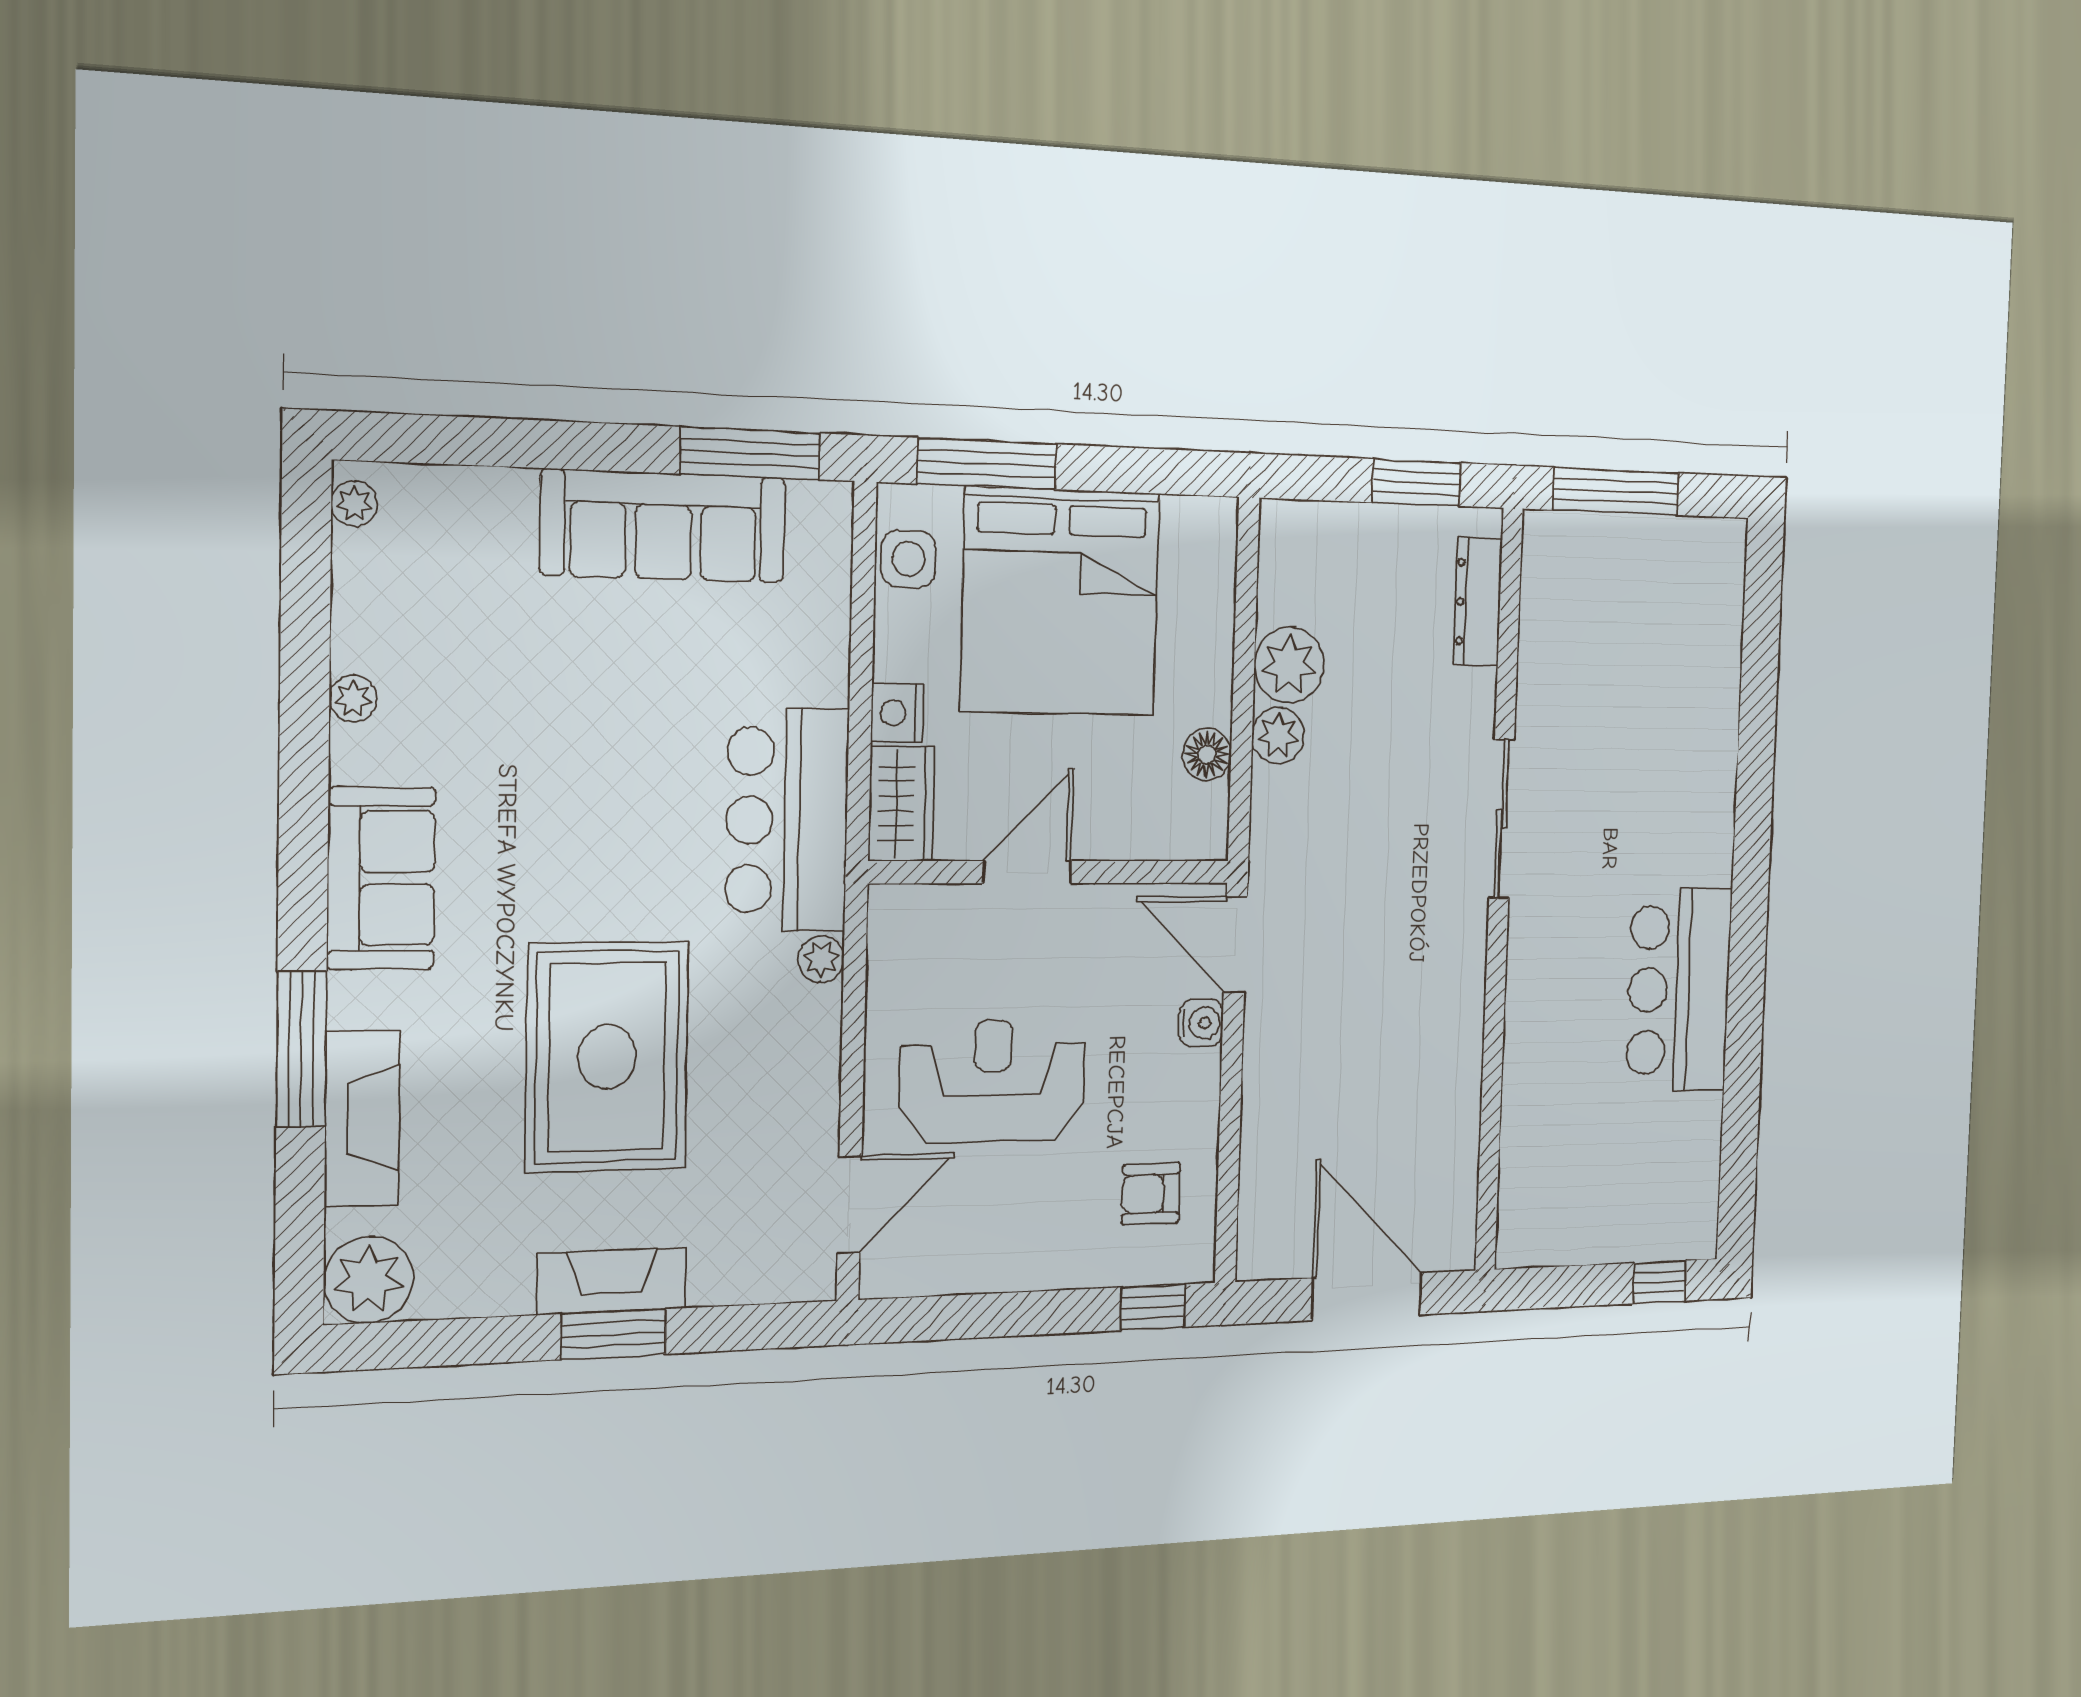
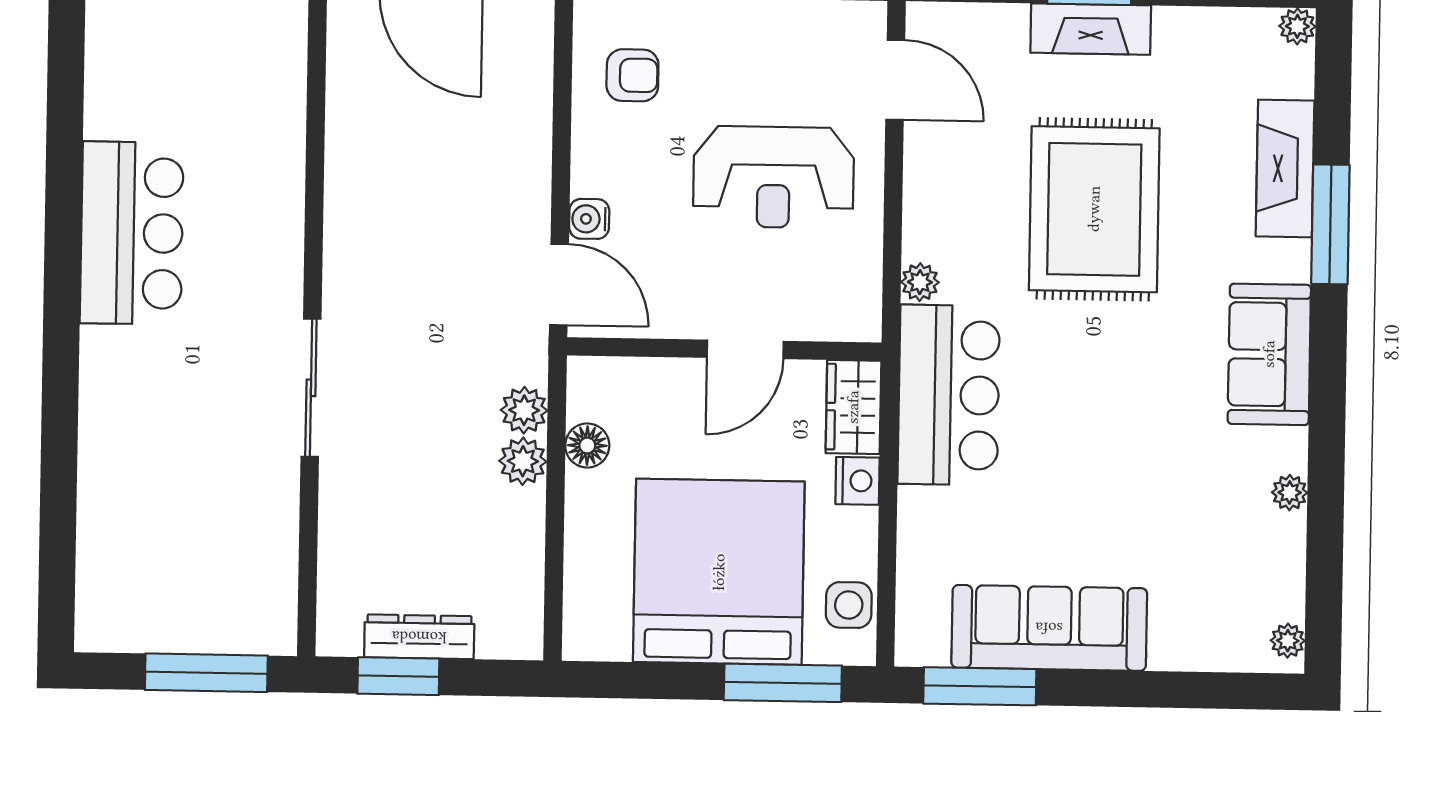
dresser: (1478, 602) -> (419, 637), moved, turned -90
plant: (1289, 665) -> (524, 410), moved, width x0.73, depth x0.73
door: (849, 1205) -> (895, 80), swing flipped
plant: (368, 1280) -> (1297, 26), width x0.53, depth x0.53

